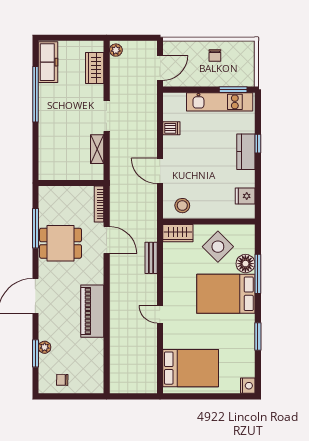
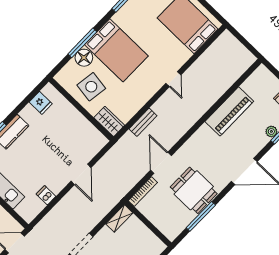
shelving: (97, 149) -> (119, 218), moved
stool: (182, 206) -> (89, 137), removed
side table: (218, 247) -> (91, 87), turned -37
piano: (92, 311) -> (229, 111), moved

